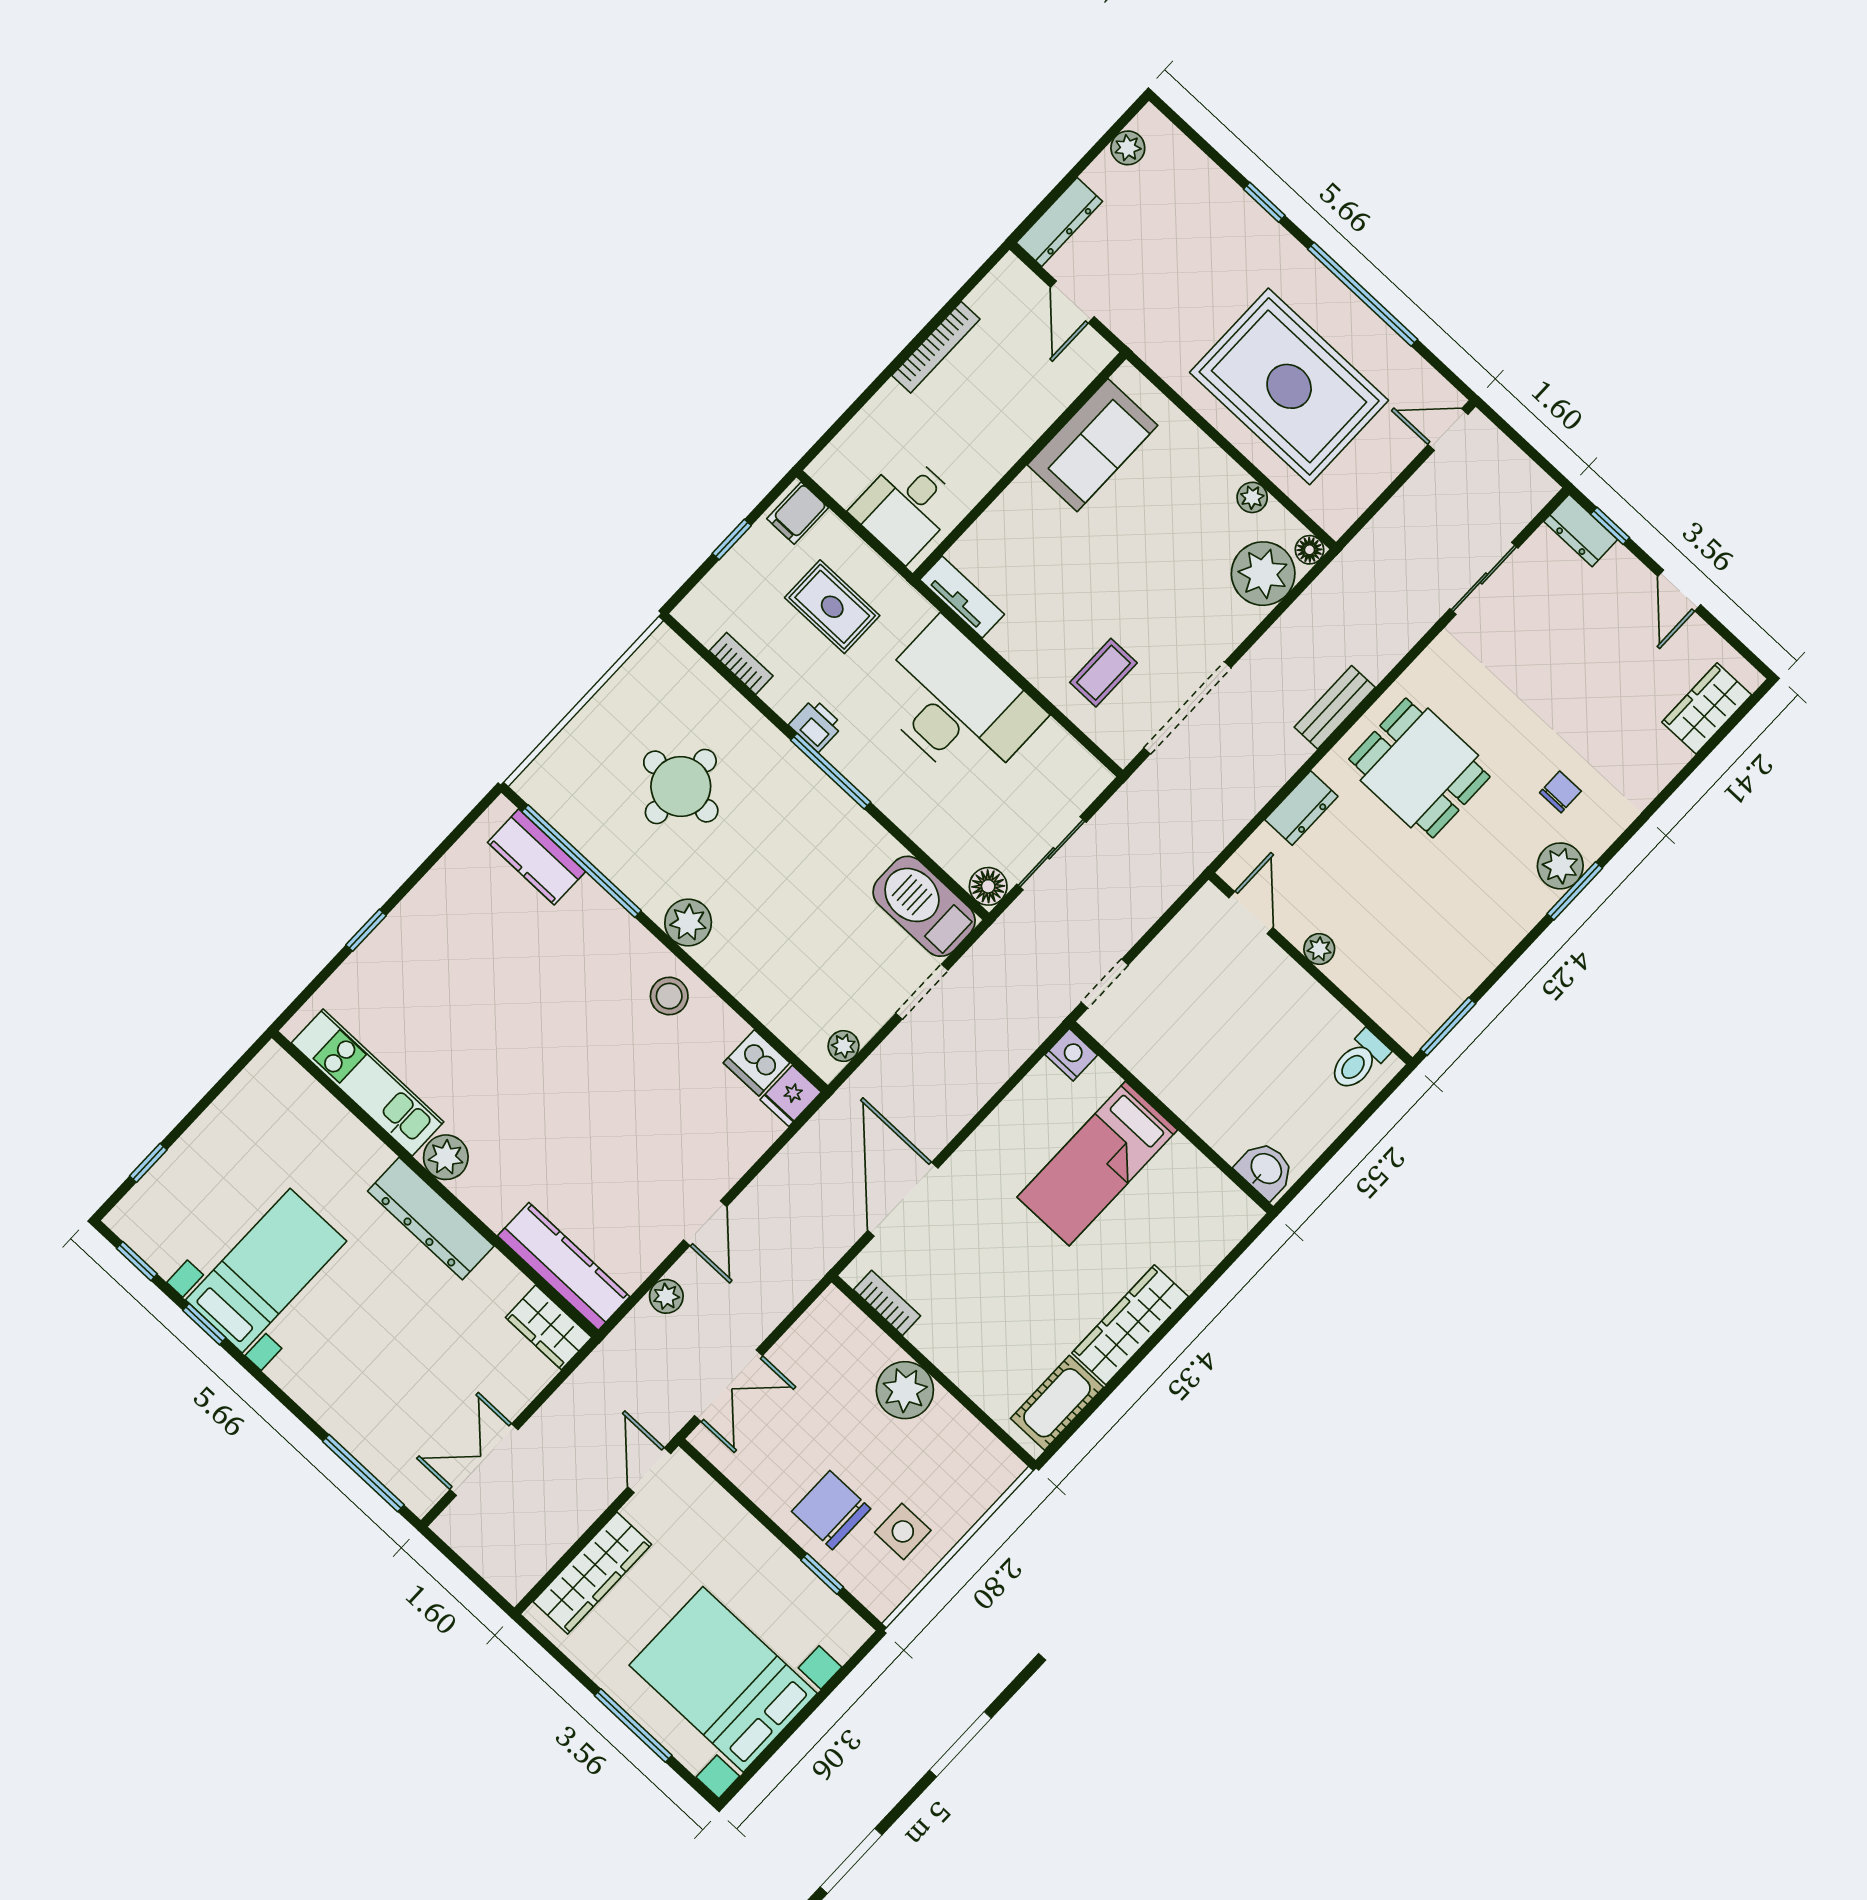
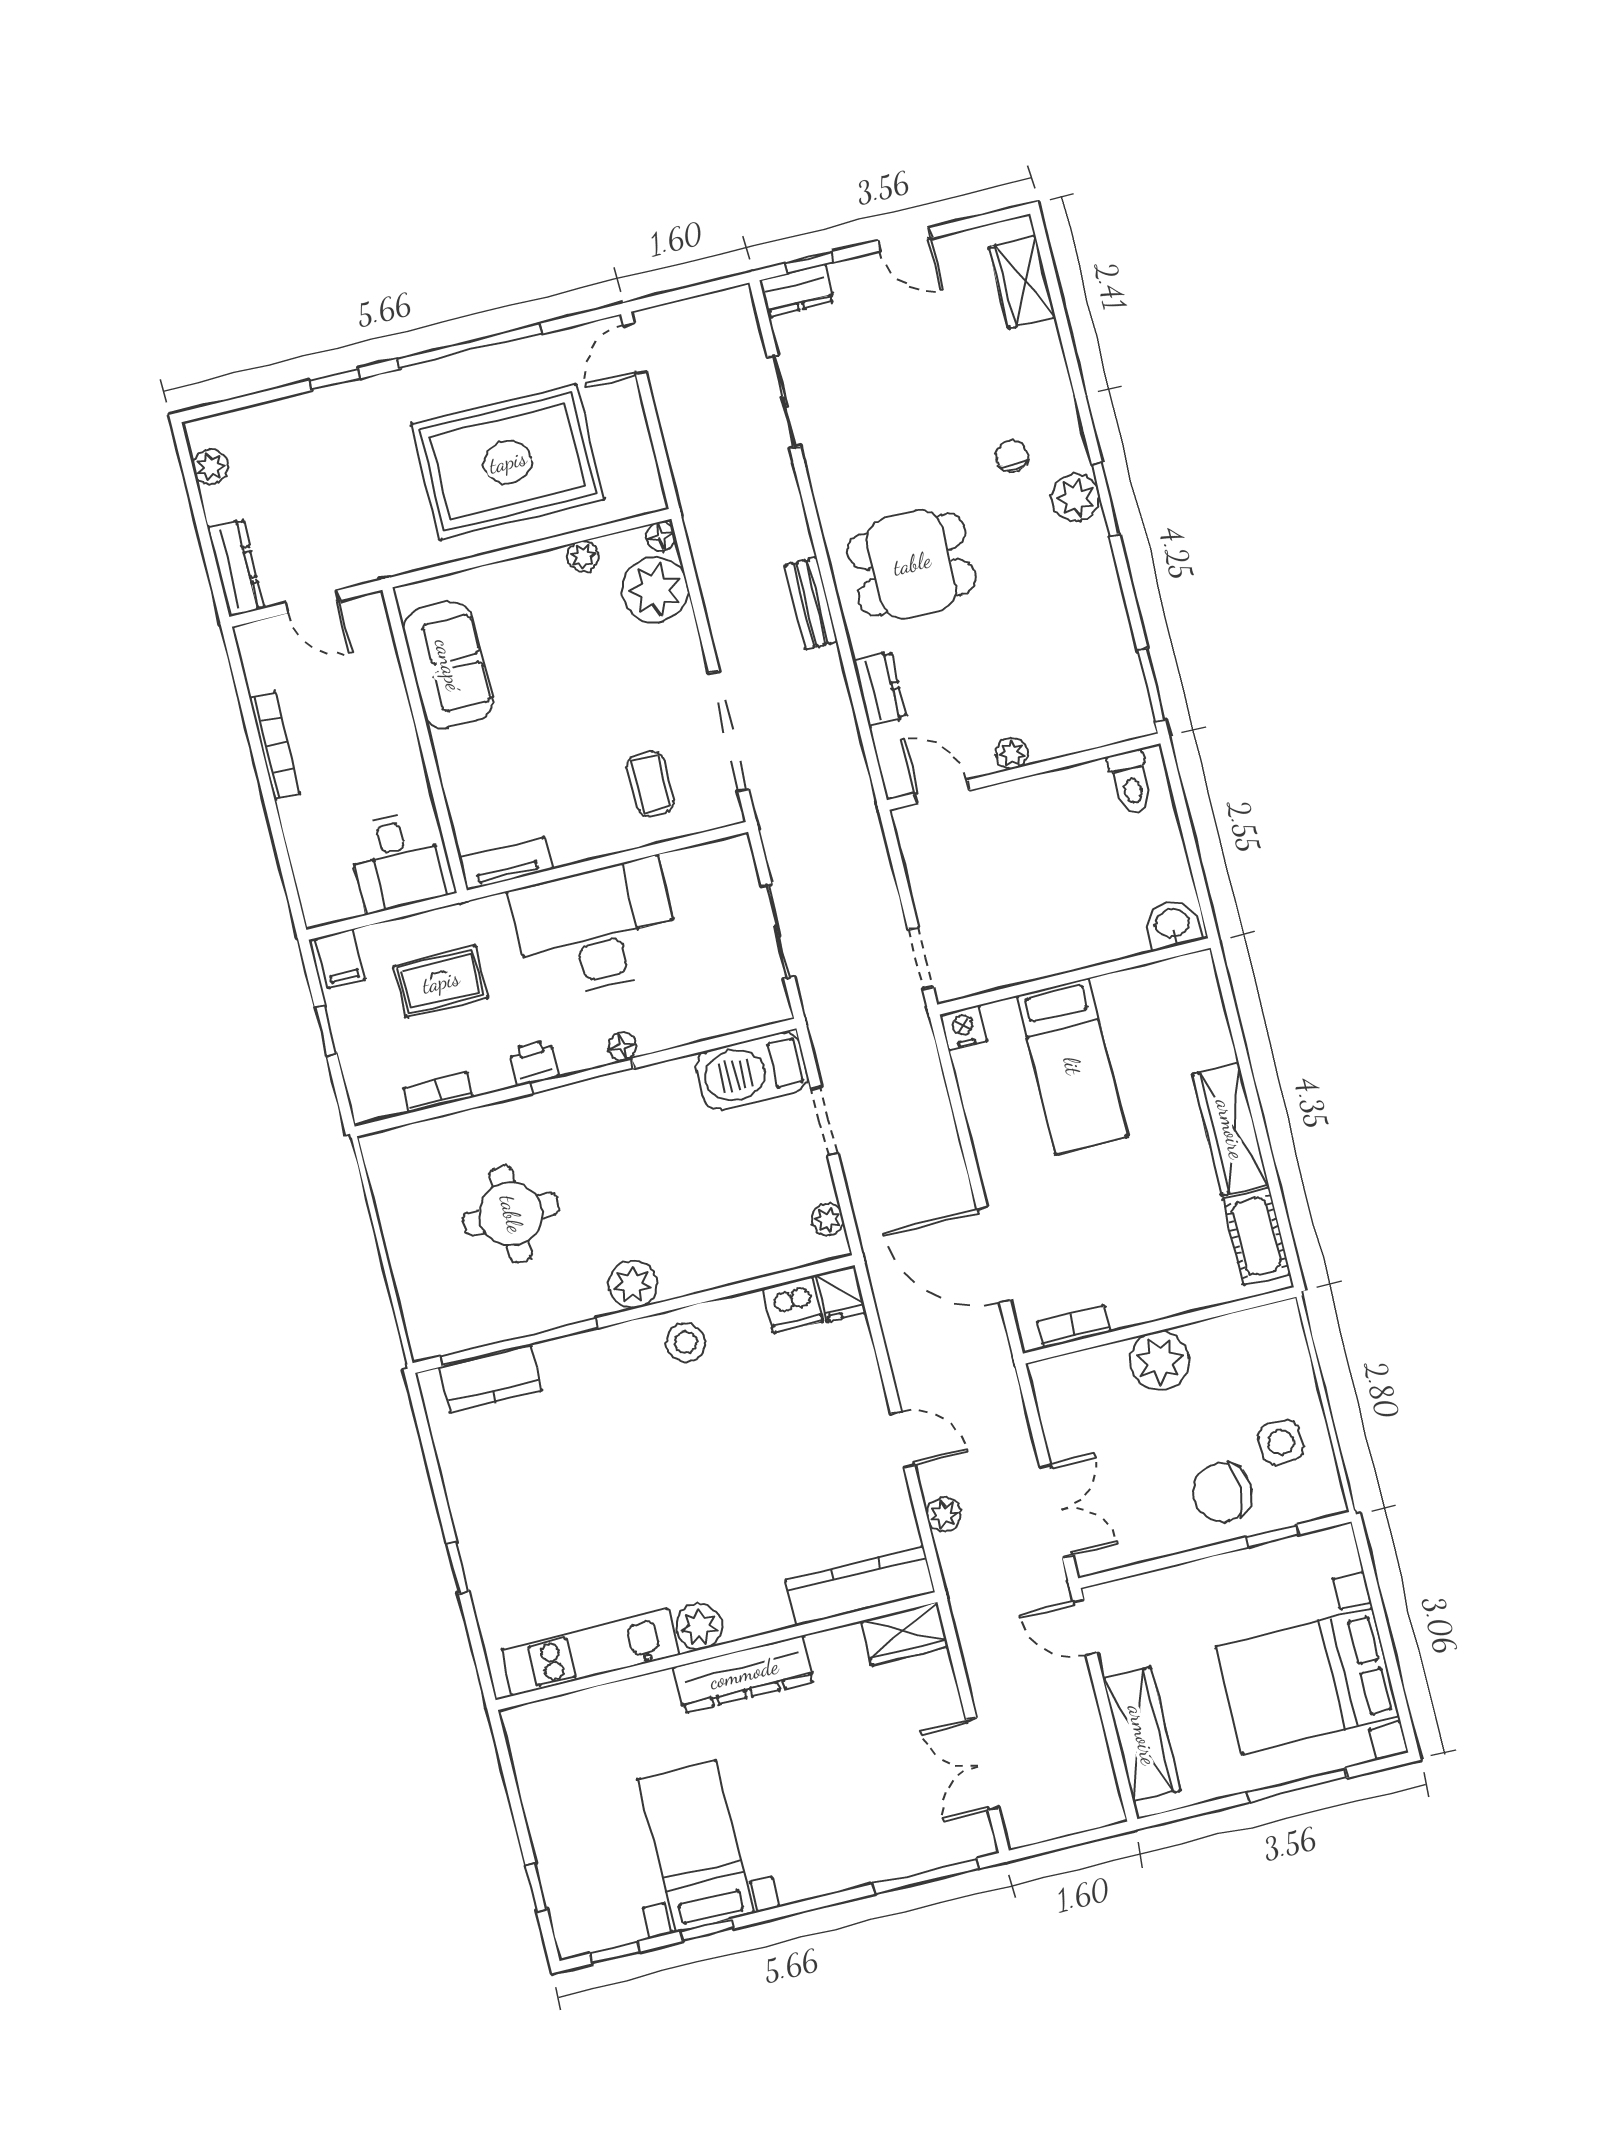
floor lamp: (988, 886) -> (622, 1046), moved, width x0.73, depth x0.73

